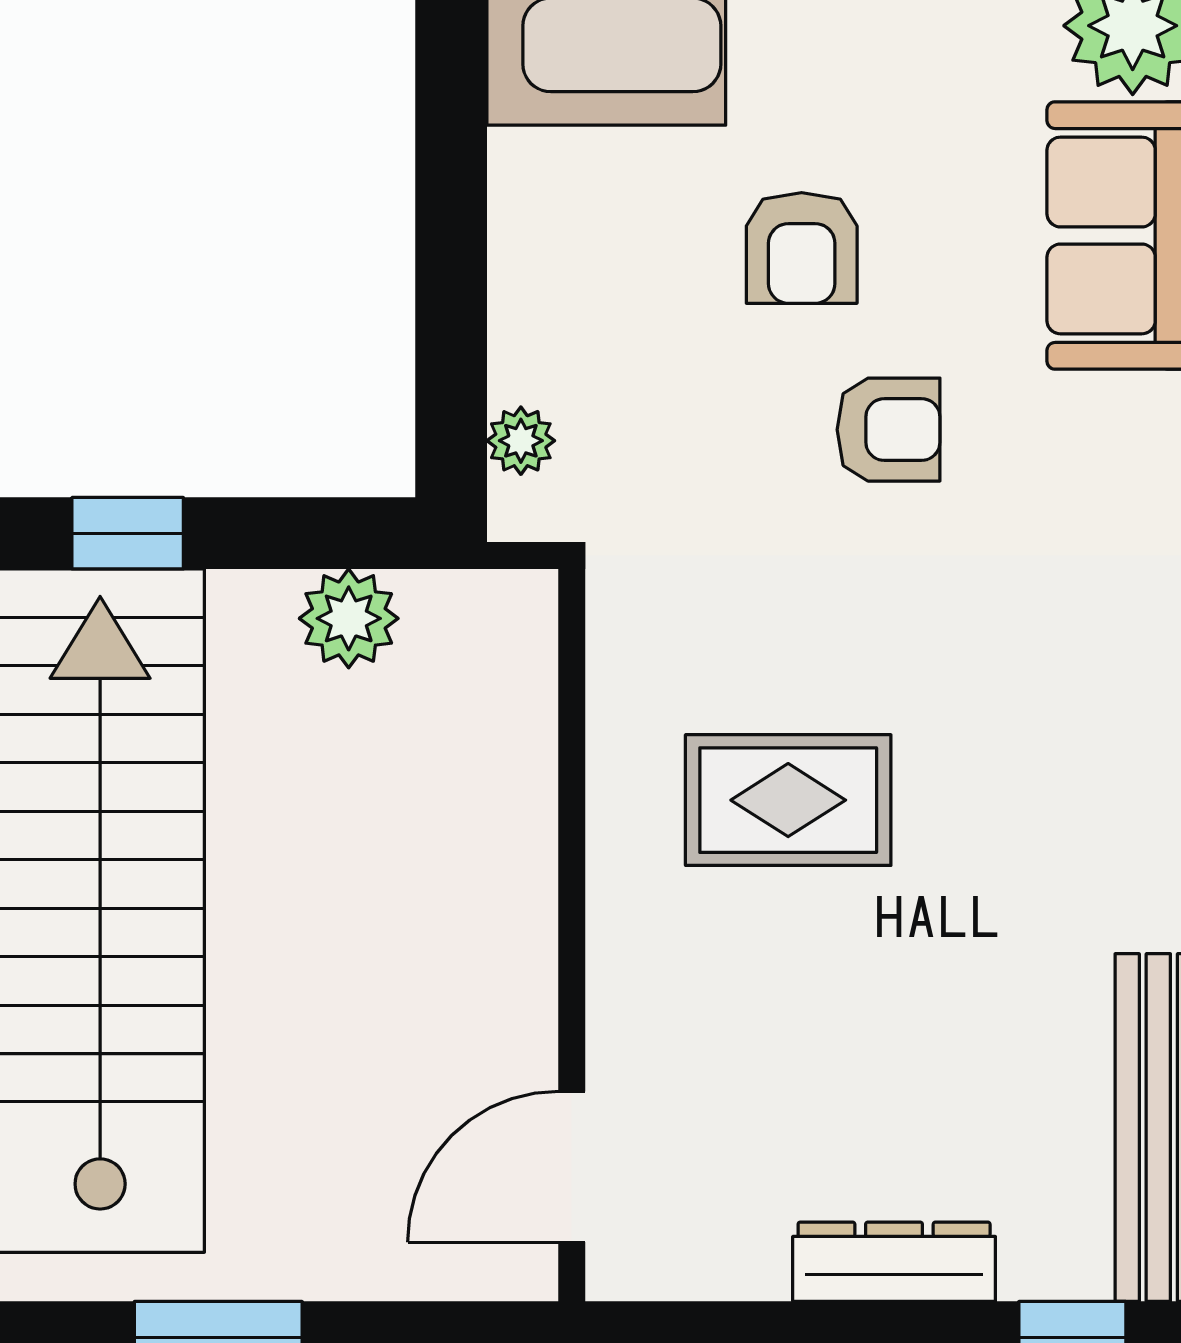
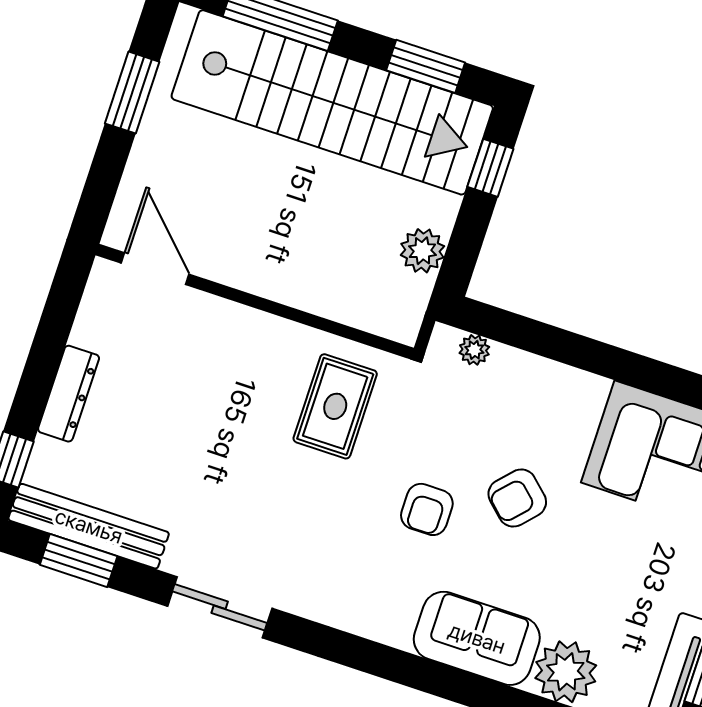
armchair: (802, 248) -> (517, 498), turned -47
rug: (788, 800) -> (335, 406), moved

